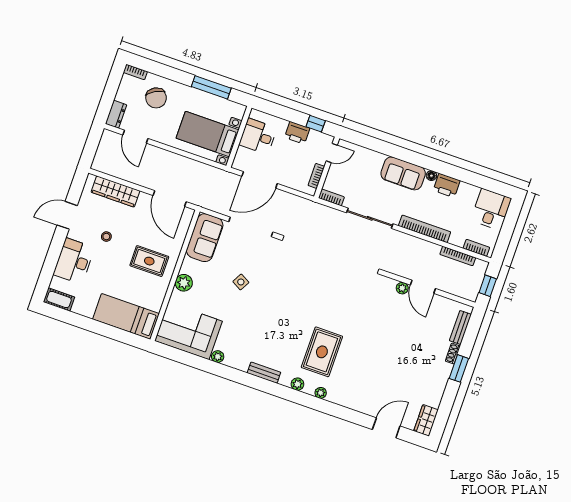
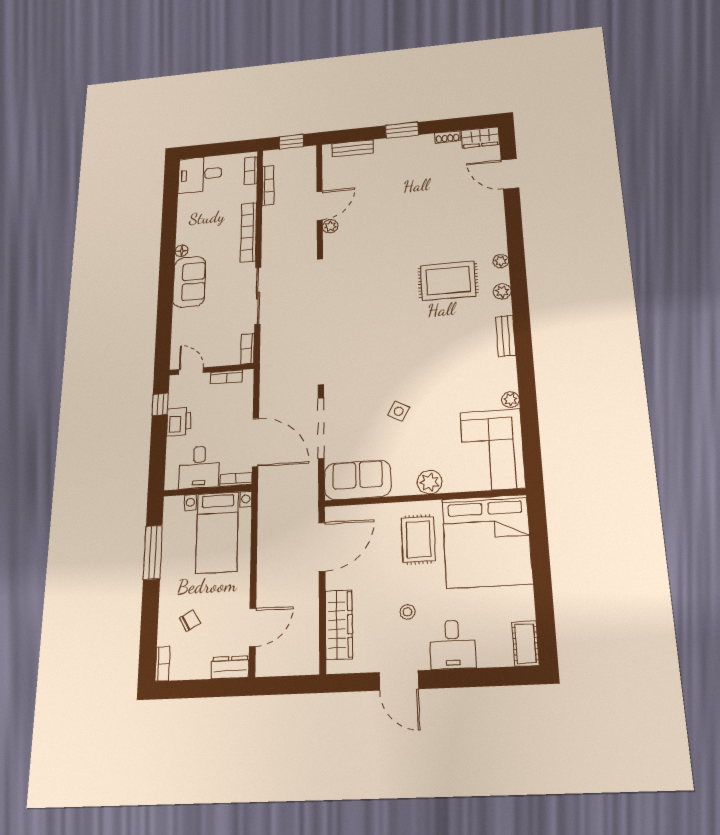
chair: (156, 98) -> (190, 620), width x0.54, depth x0.54
bookcase: (239, 158) -> (236, 480), added
printer: (447, 185) -> (188, 231), removed
desk: (74, 261) -> (452, 645), width x0.73
bed: (126, 316) -> (487, 541), width x2.04
shoe rack: (453, 354) -> (447, 137), moved

